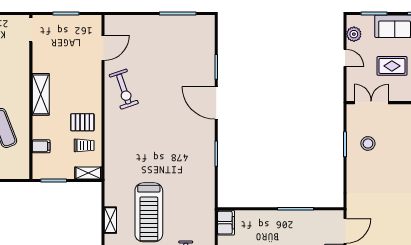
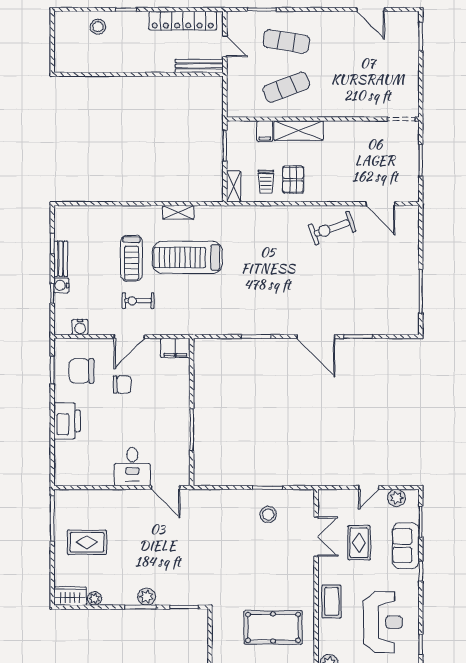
shelving: (41, 94) -> (299, 131), moved
door: (216, 103) -> (316, 337), swing flipped
double door: (371, 103) -> (316, 537), moved

